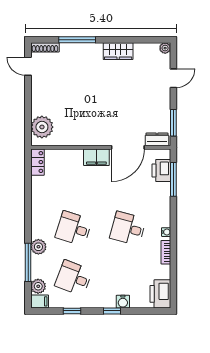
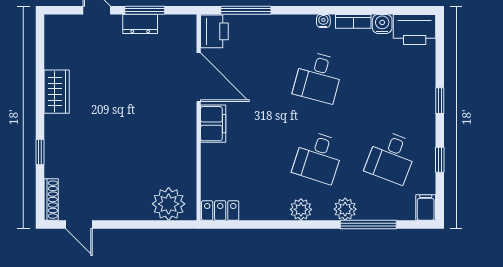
window: (77, 40) -> (40, 152), width x0.46
plant: (165, 48) -> (52, 22), removed
door: (28, 66) -> (79, 225), hinge flipped
window: (173, 123) -> (145, 10), moved
dresser: (157, 139) -> (140, 24), moved, turned -90
printer: (161, 171) -> (214, 31), moved, turned -90
plant: (38, 286) -> (301, 209), moved
water cooler: (123, 302) -> (382, 24), moved, turned -90

